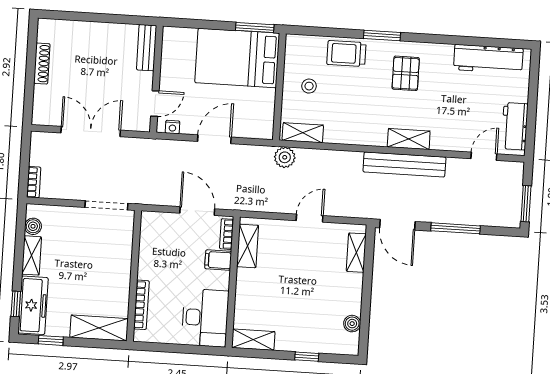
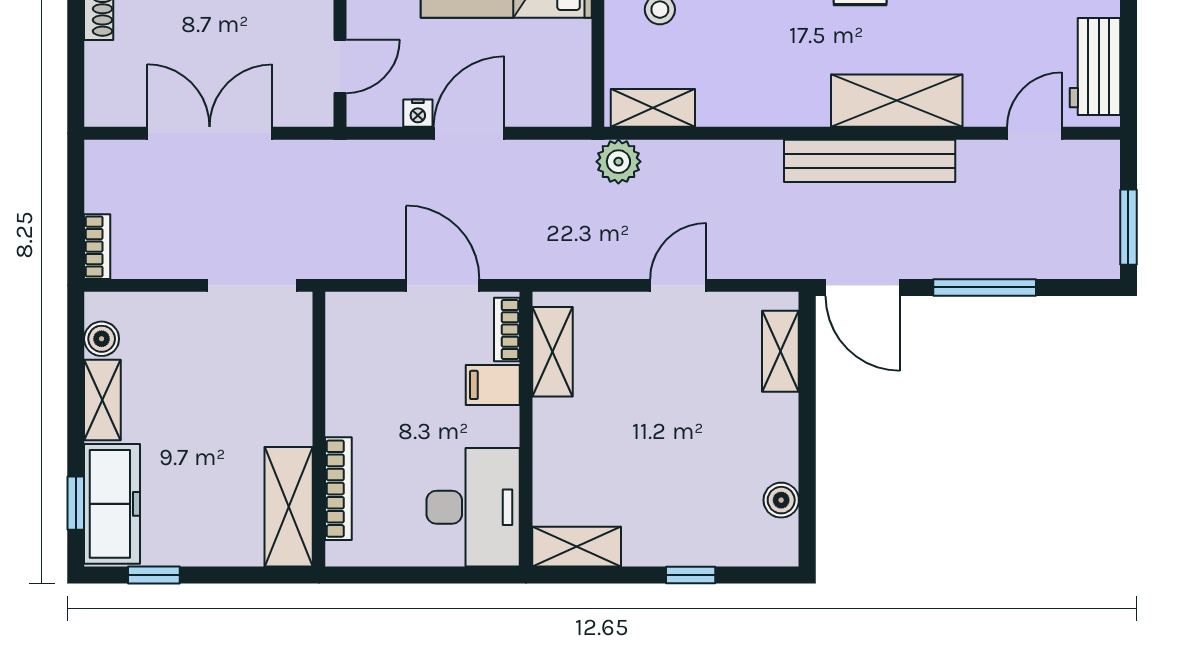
nightstand: (172, 127) -> (418, 113), moved
shelving: (409, 139) -> (897, 101), width x1.50, depth x1.33
shelving: (99, 328) -> (289, 507), moved, turned 90

